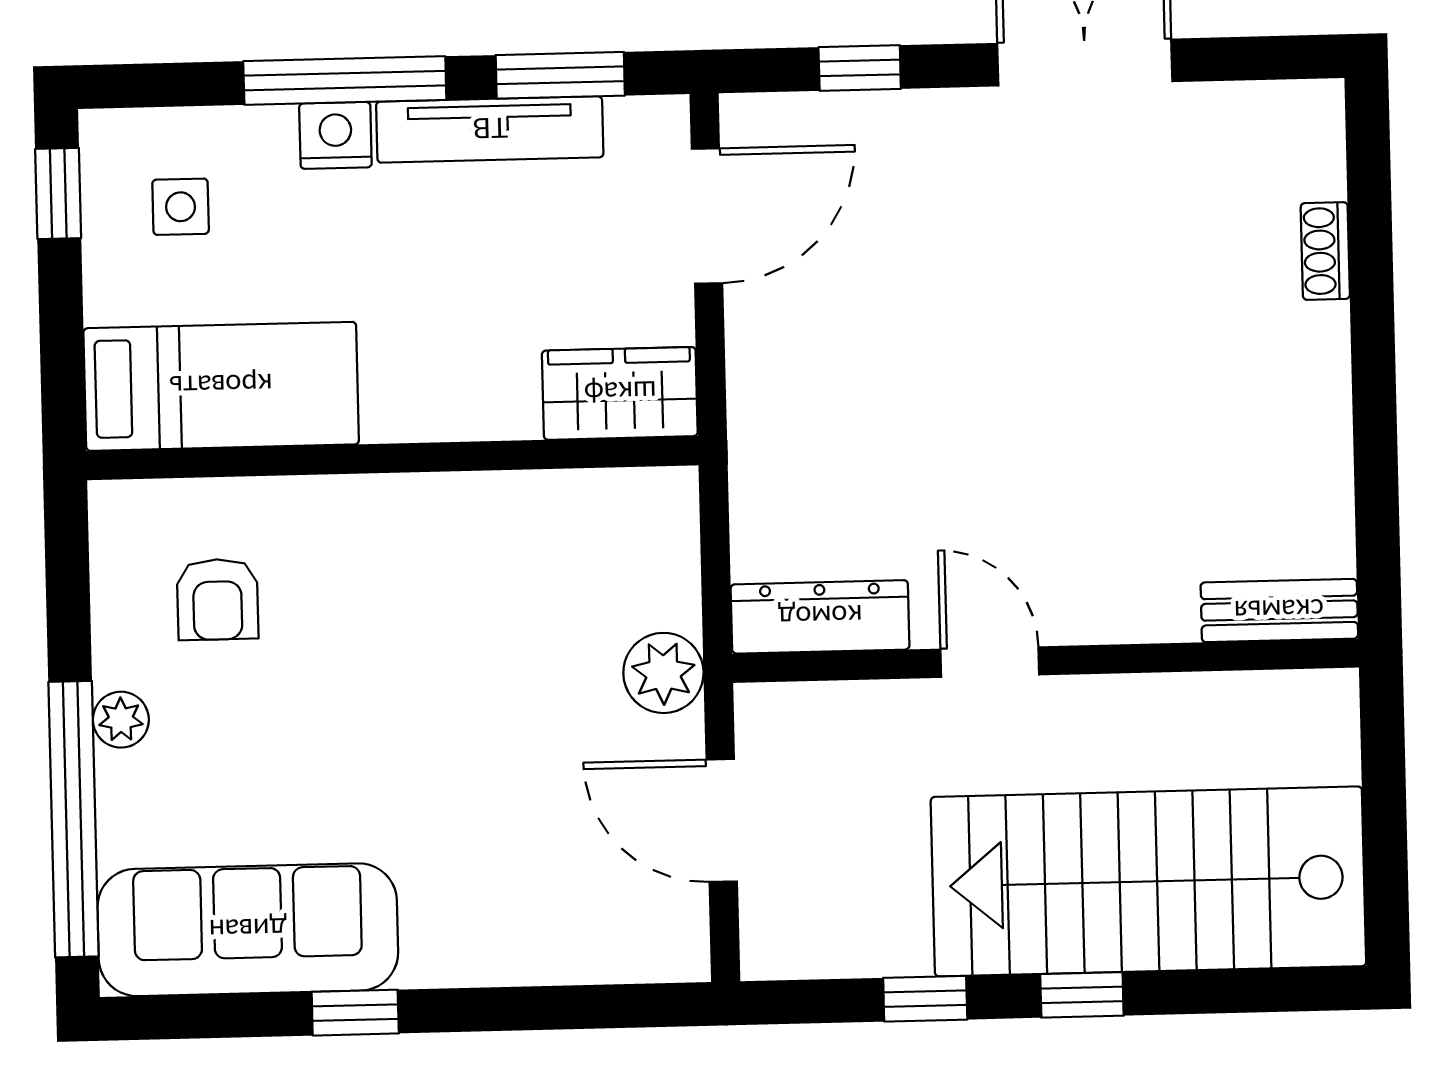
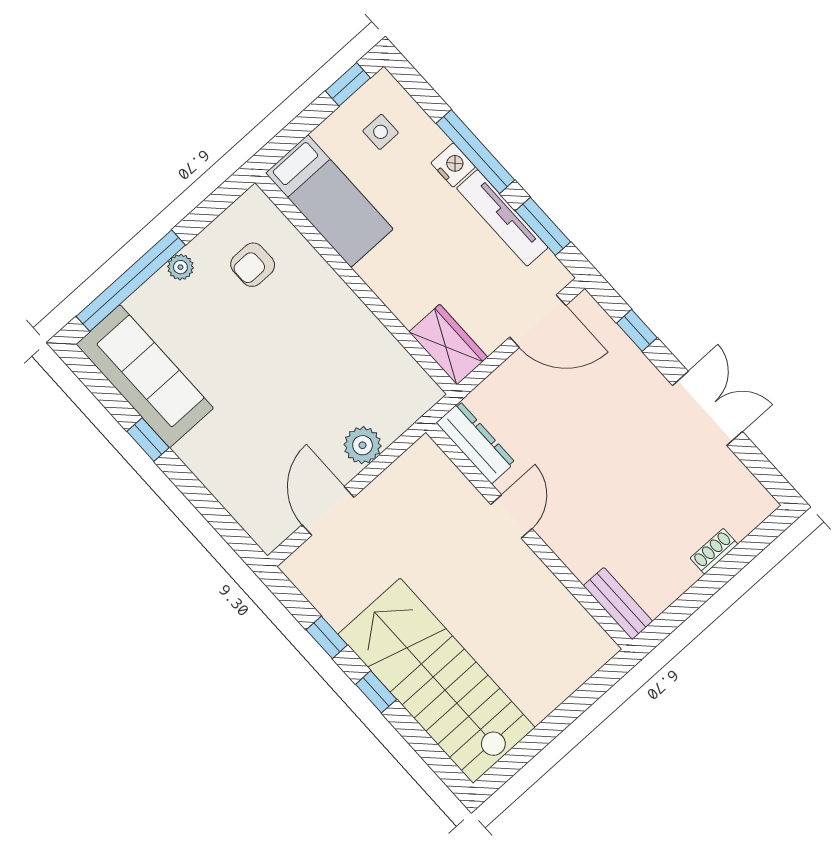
bench: (1279, 611) -> (618, 603), moved
dresser: (820, 617) -> (476, 443), moved
wall: (1046, 661) -> (529, 536), moved
door: (990, 662) -> (511, 517), moved

